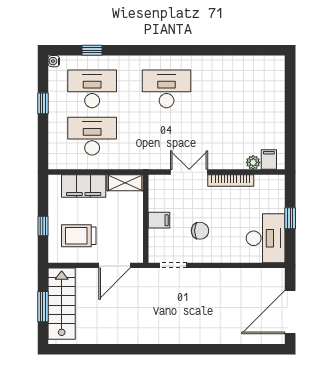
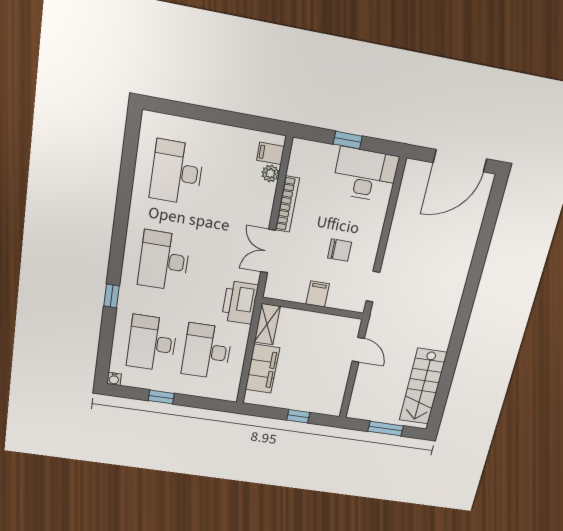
window: (92, 50) -> (112, 296), moved
desk: (241, 89) -> (177, 172), added
printer: (141, 157) -> (240, 302), added
chair: (200, 231) -> (340, 250), turned 90
trolley: (79, 236) -> (317, 382), removed
door: (115, 265) -> (358, 350), width x0.73
stairs: (62, 304) -> (423, 386), moved, turned -90
door: (290, 312) -> (460, 161), hinge flipped

